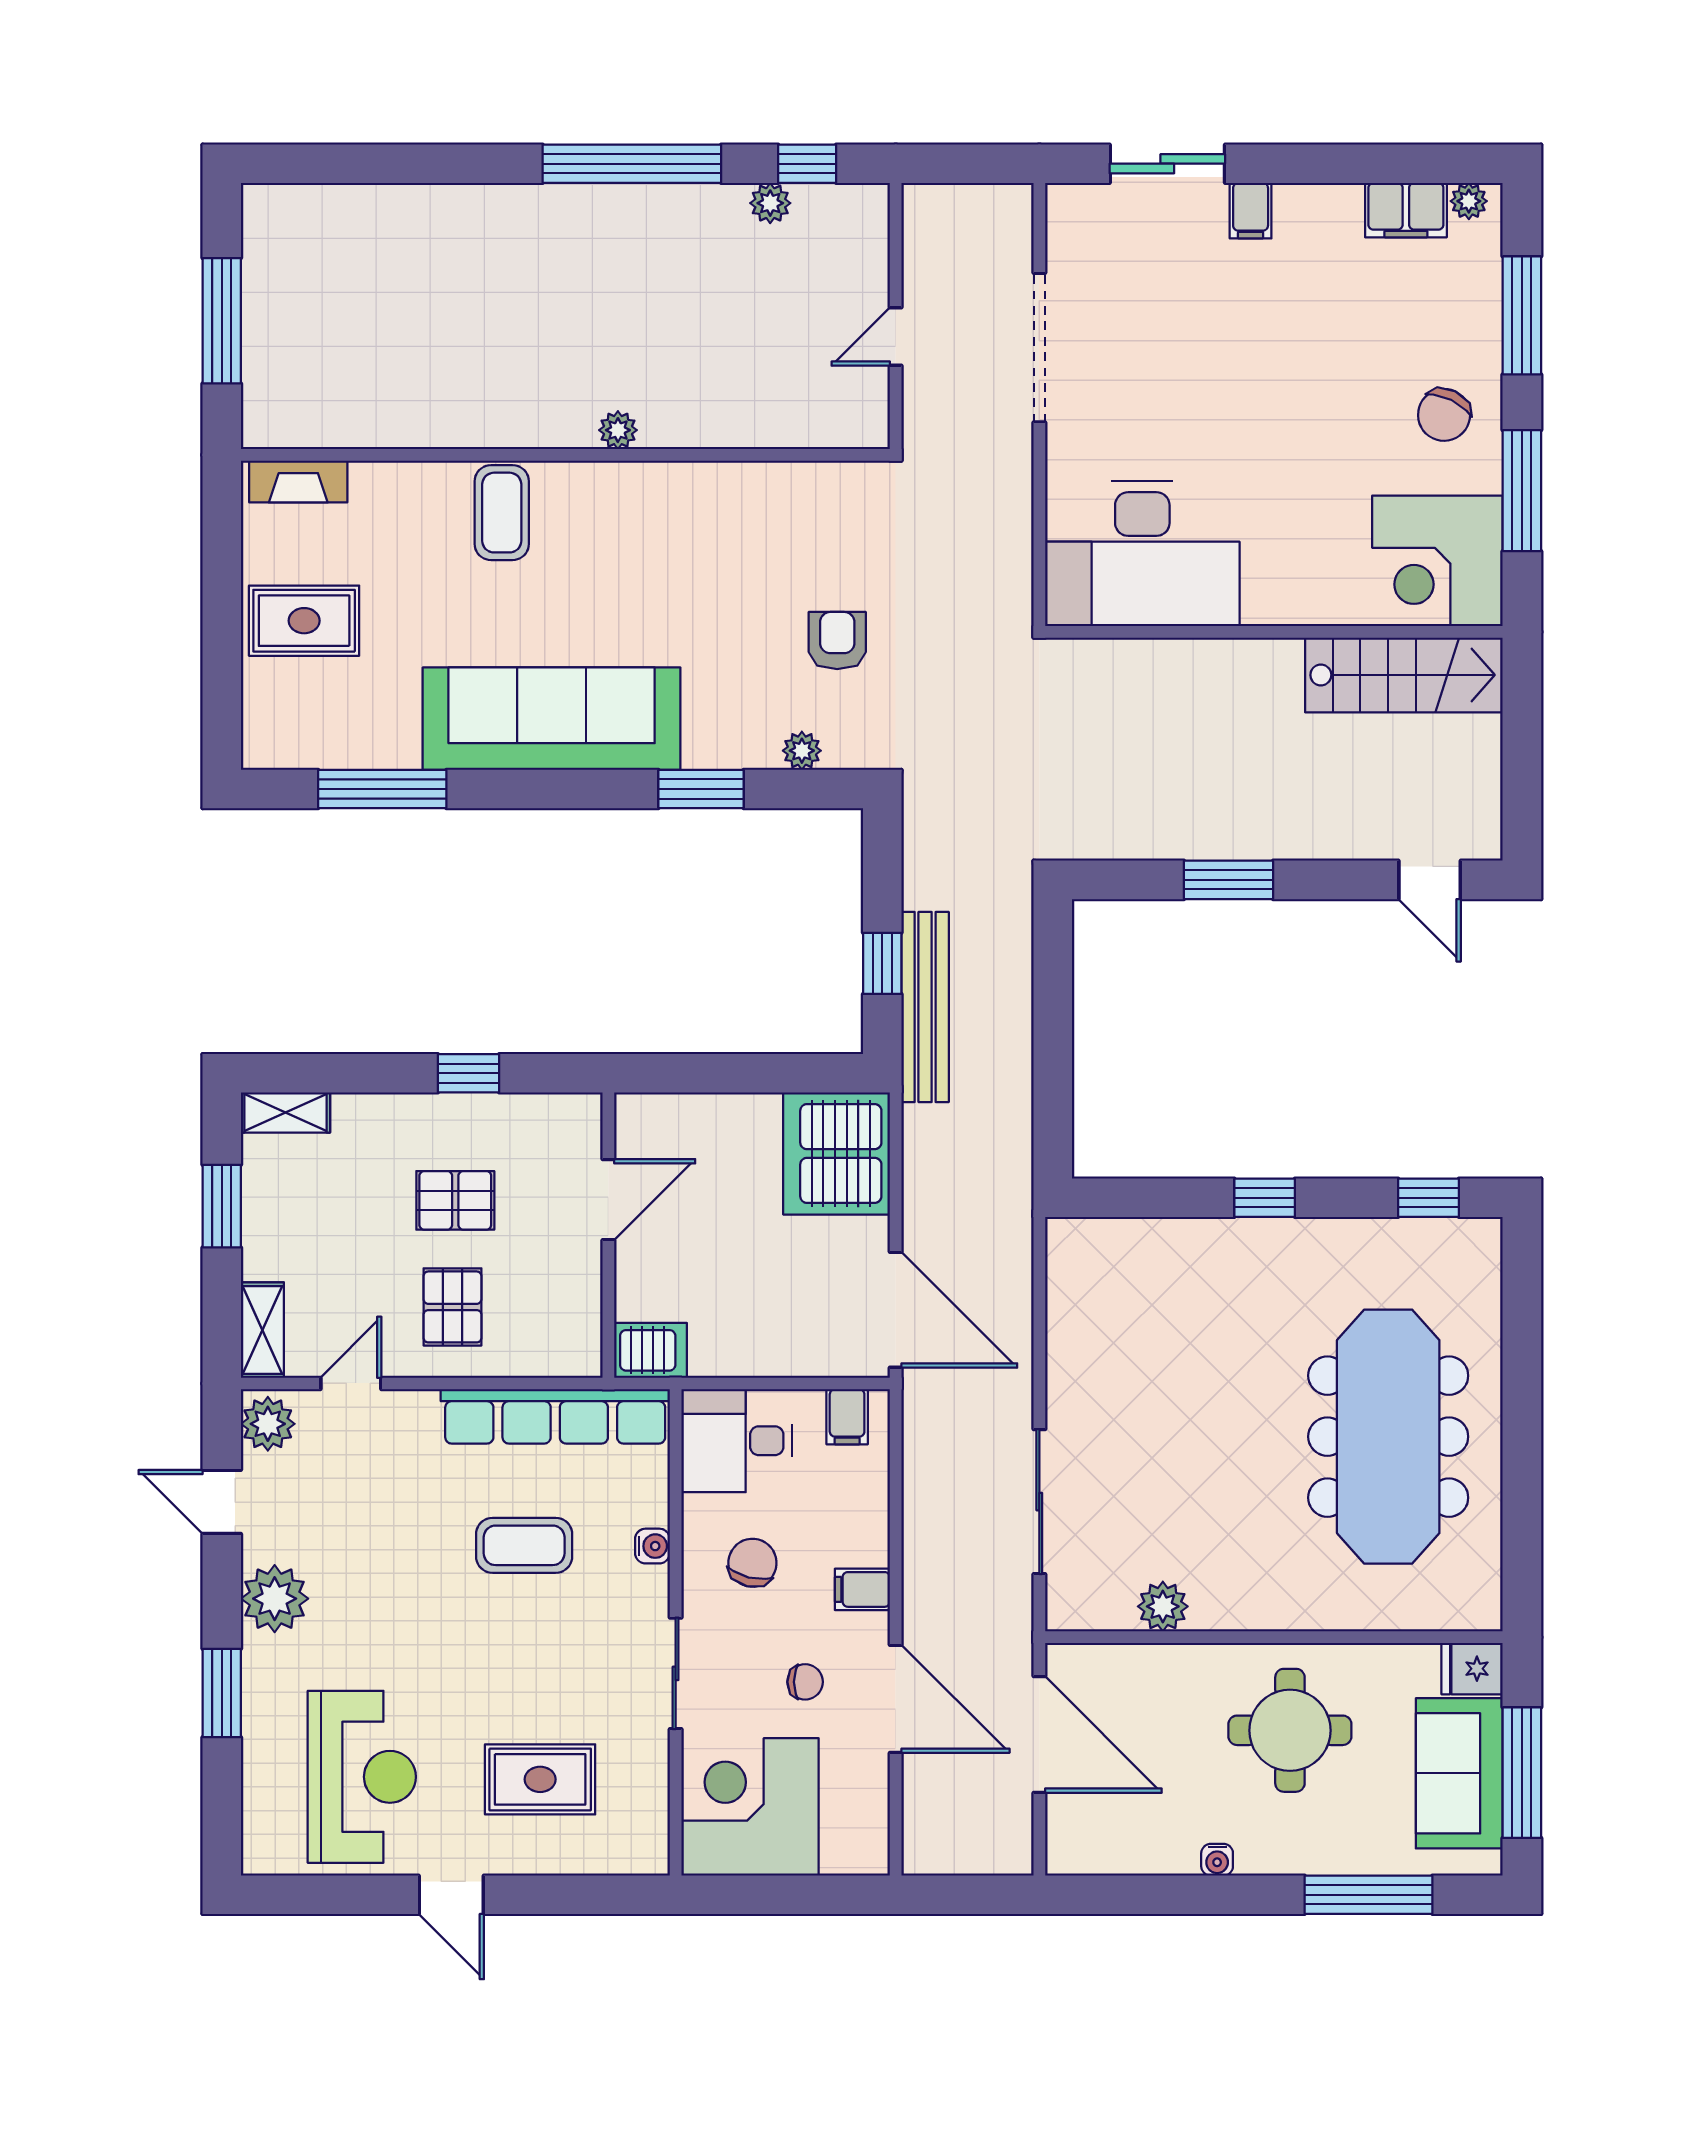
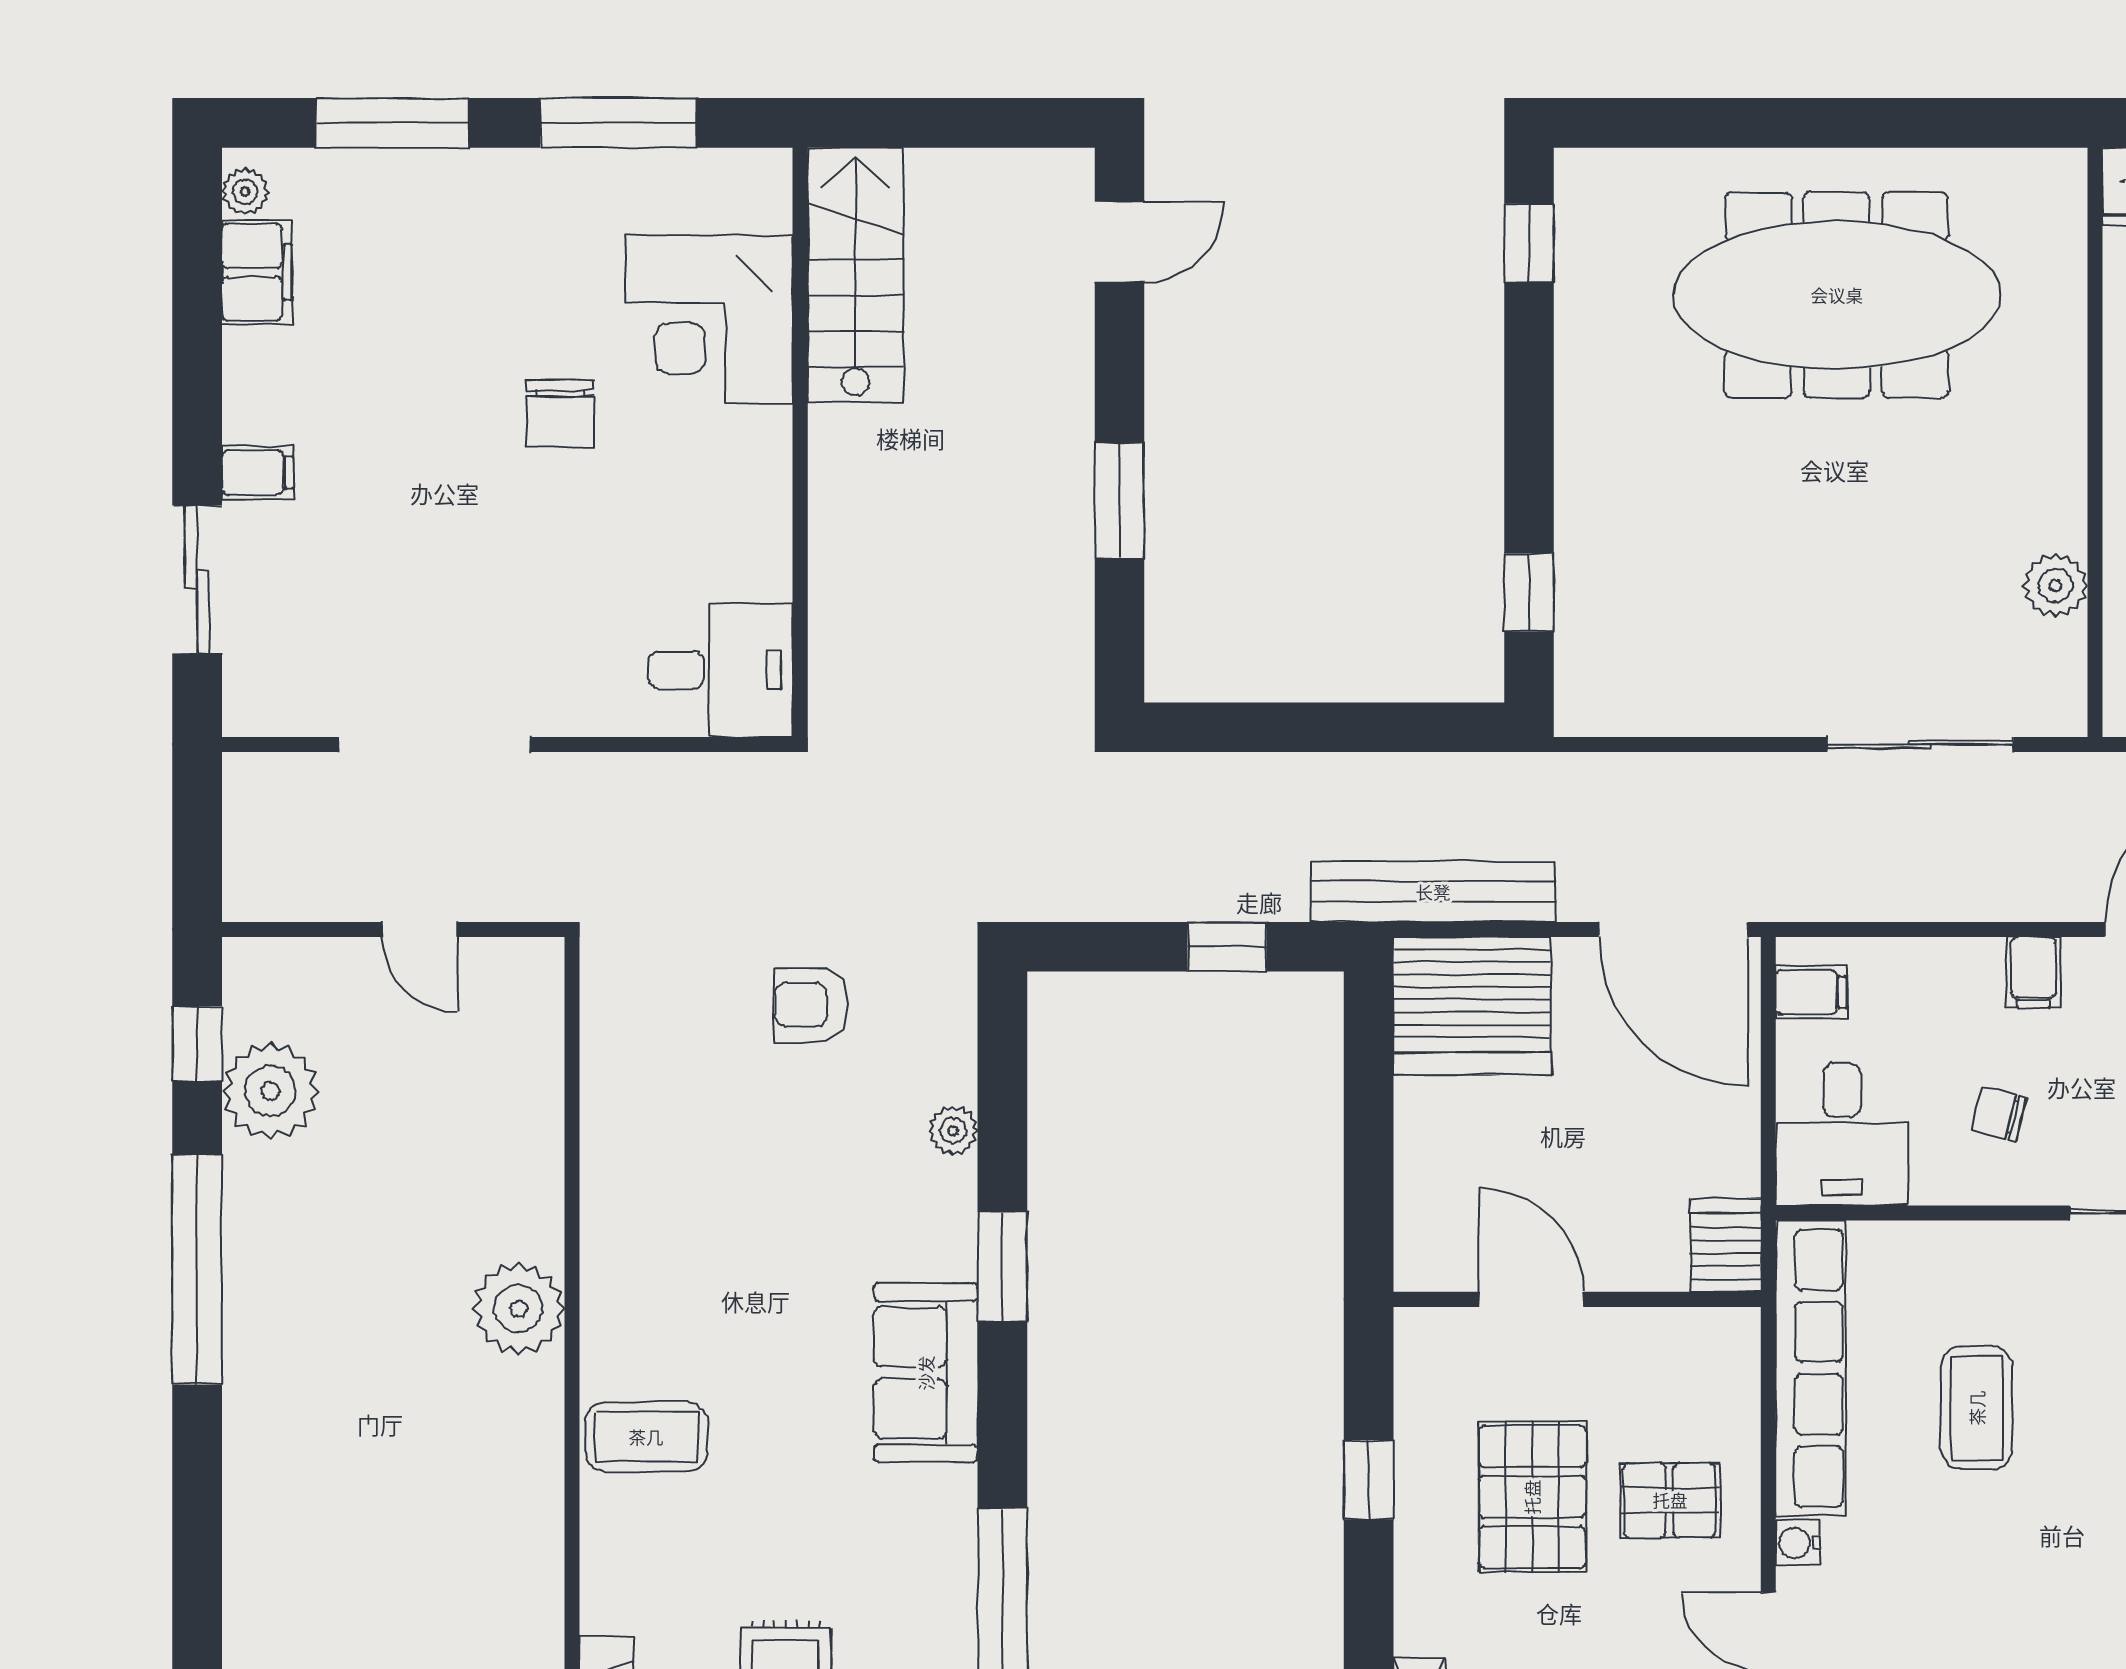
plant: (770, 203) -> (271, 1091), width x1.88, depth x1.88
chair: (1444, 415) -> (560, 414), moved, turned 64
plant: (618, 430) -> (519, 1309), width x1.87, depth x1.87
desk: (1142, 553) -> (721, 670), width x0.53, depth x0.77
corner desk: (1437, 561) -> (709, 320), moved, turned 90
sofa: (552, 719) -> (926, 1373), width x0.54, depth x0.79
plant: (802, 751) -> (953, 1131), moved
window: (701, 789) -> (1002, 1267), moved
bench: (925, 1007) -> (1433, 892), moved
window: (1265, 1198) -> (1529, 592), moved
pallet: (455, 1200) -> (1532, 1497), width x1.50, depth x1.42
door: (896, 1310) -> (1673, 929), swing flipped
water cooler: (652, 1546) -> (1798, 1543), moved, turned -90
chair: (752, 1563) -> (1999, 1114), width x0.73, depth x0.73

